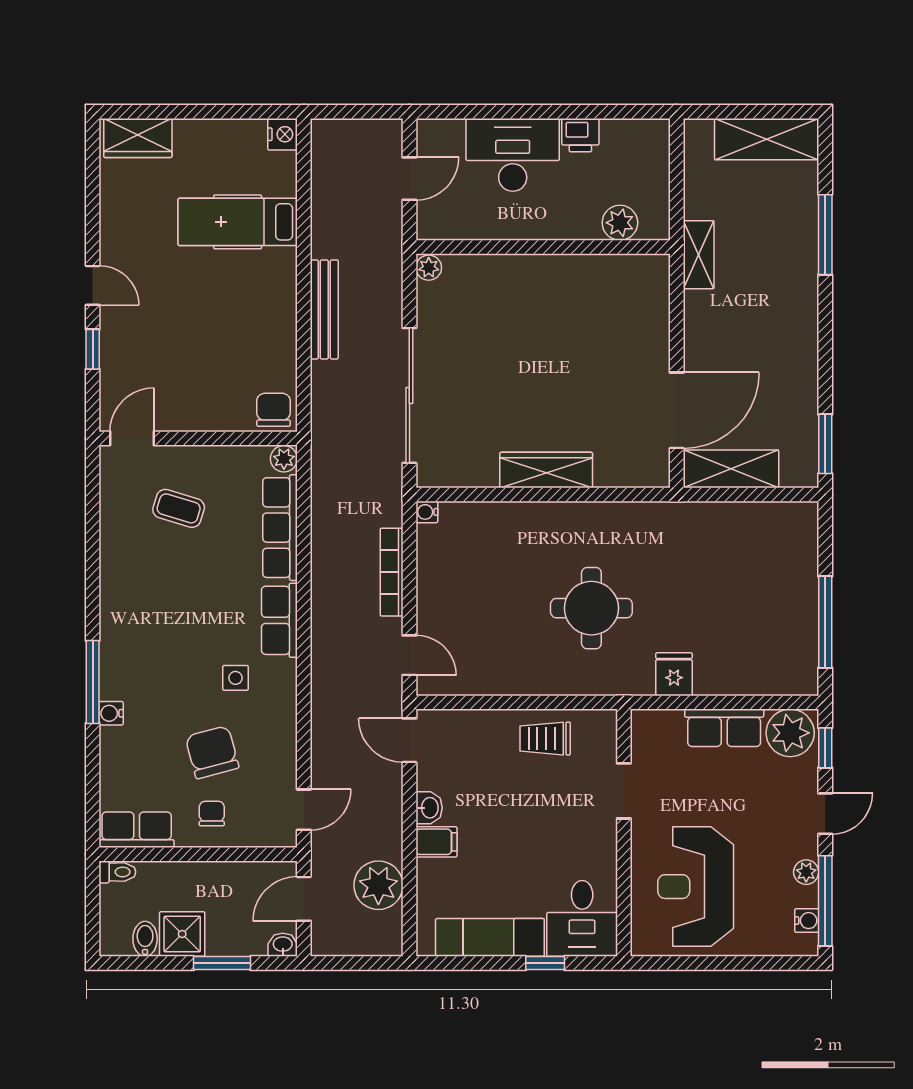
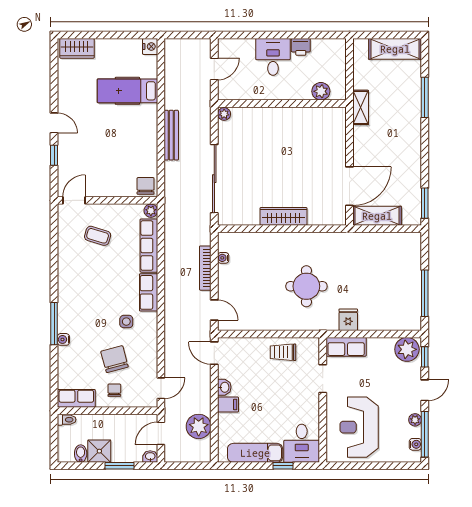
desk: (513, 155) -> (273, 57), width x0.73
water cooler: (427, 512) -> (223, 258), moved
row of seats: (724, 728) -> (346, 347), moved

